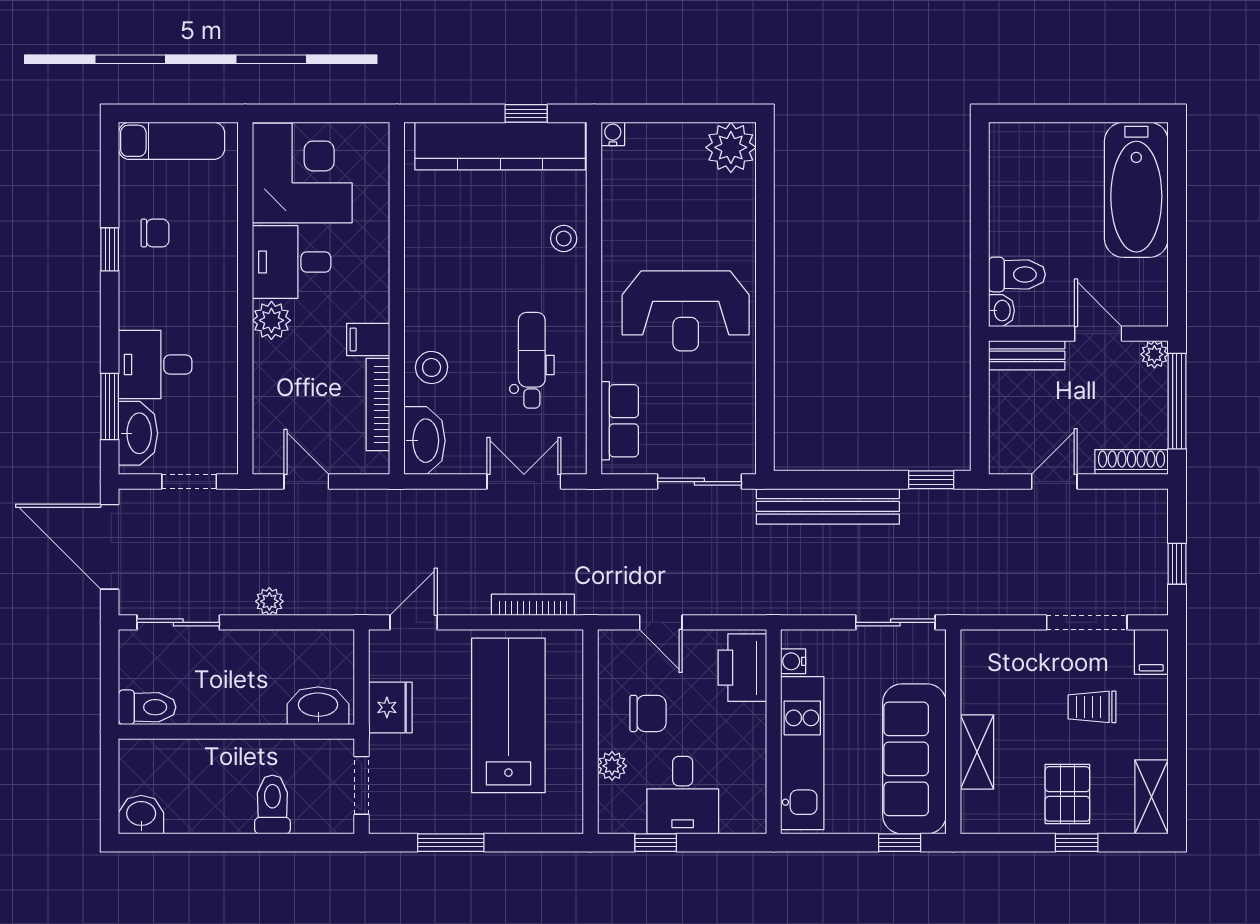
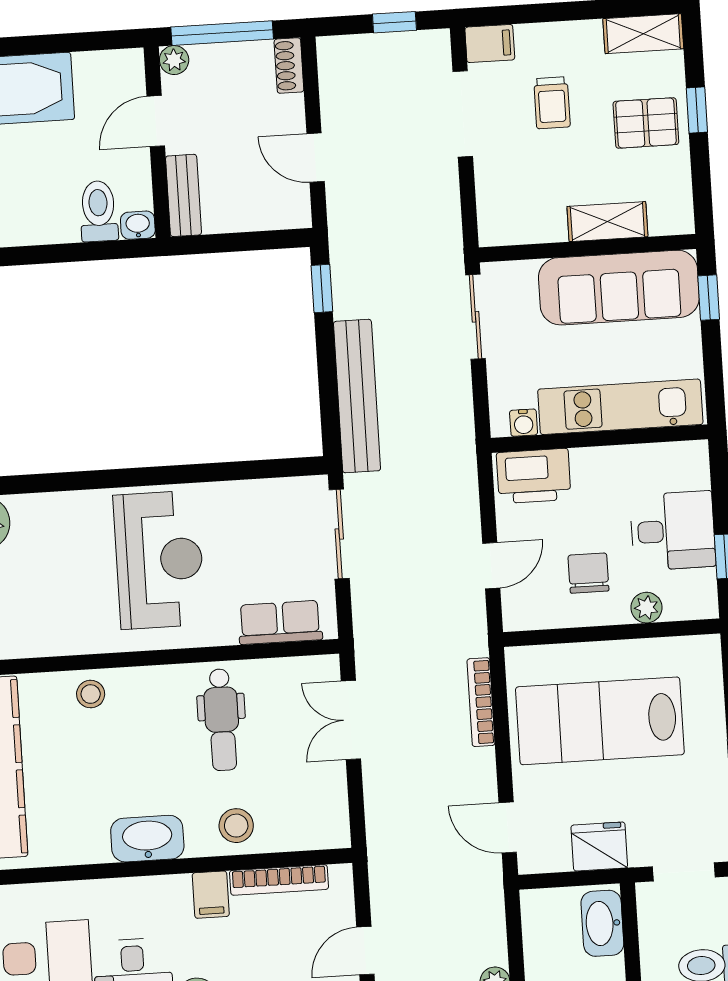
dental chair: (532, 360) -> (222, 720), turned -90
washbasin: (424, 441) -> (147, 839), moved
shoe rack: (1131, 462) -> (289, 66), width x0.70

